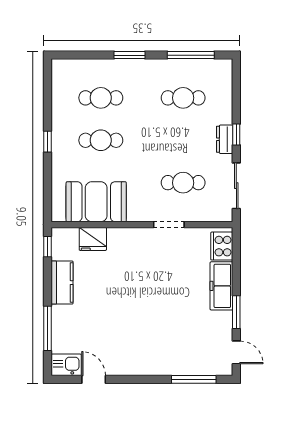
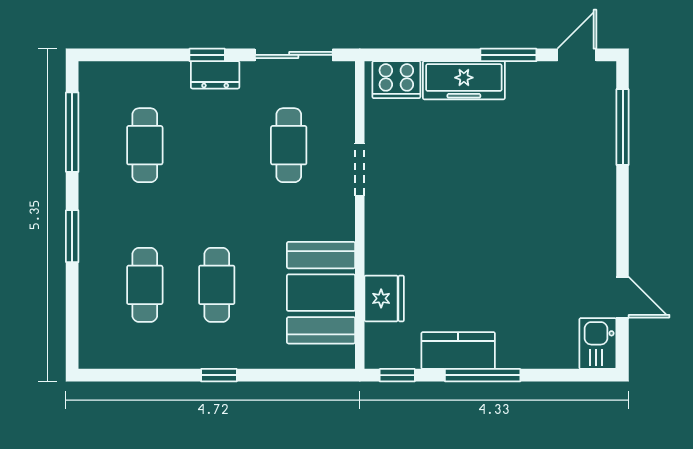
window: (48, 328) -> (483, 375), moved
door: (94, 379) -> (623, 297), swing flipped

